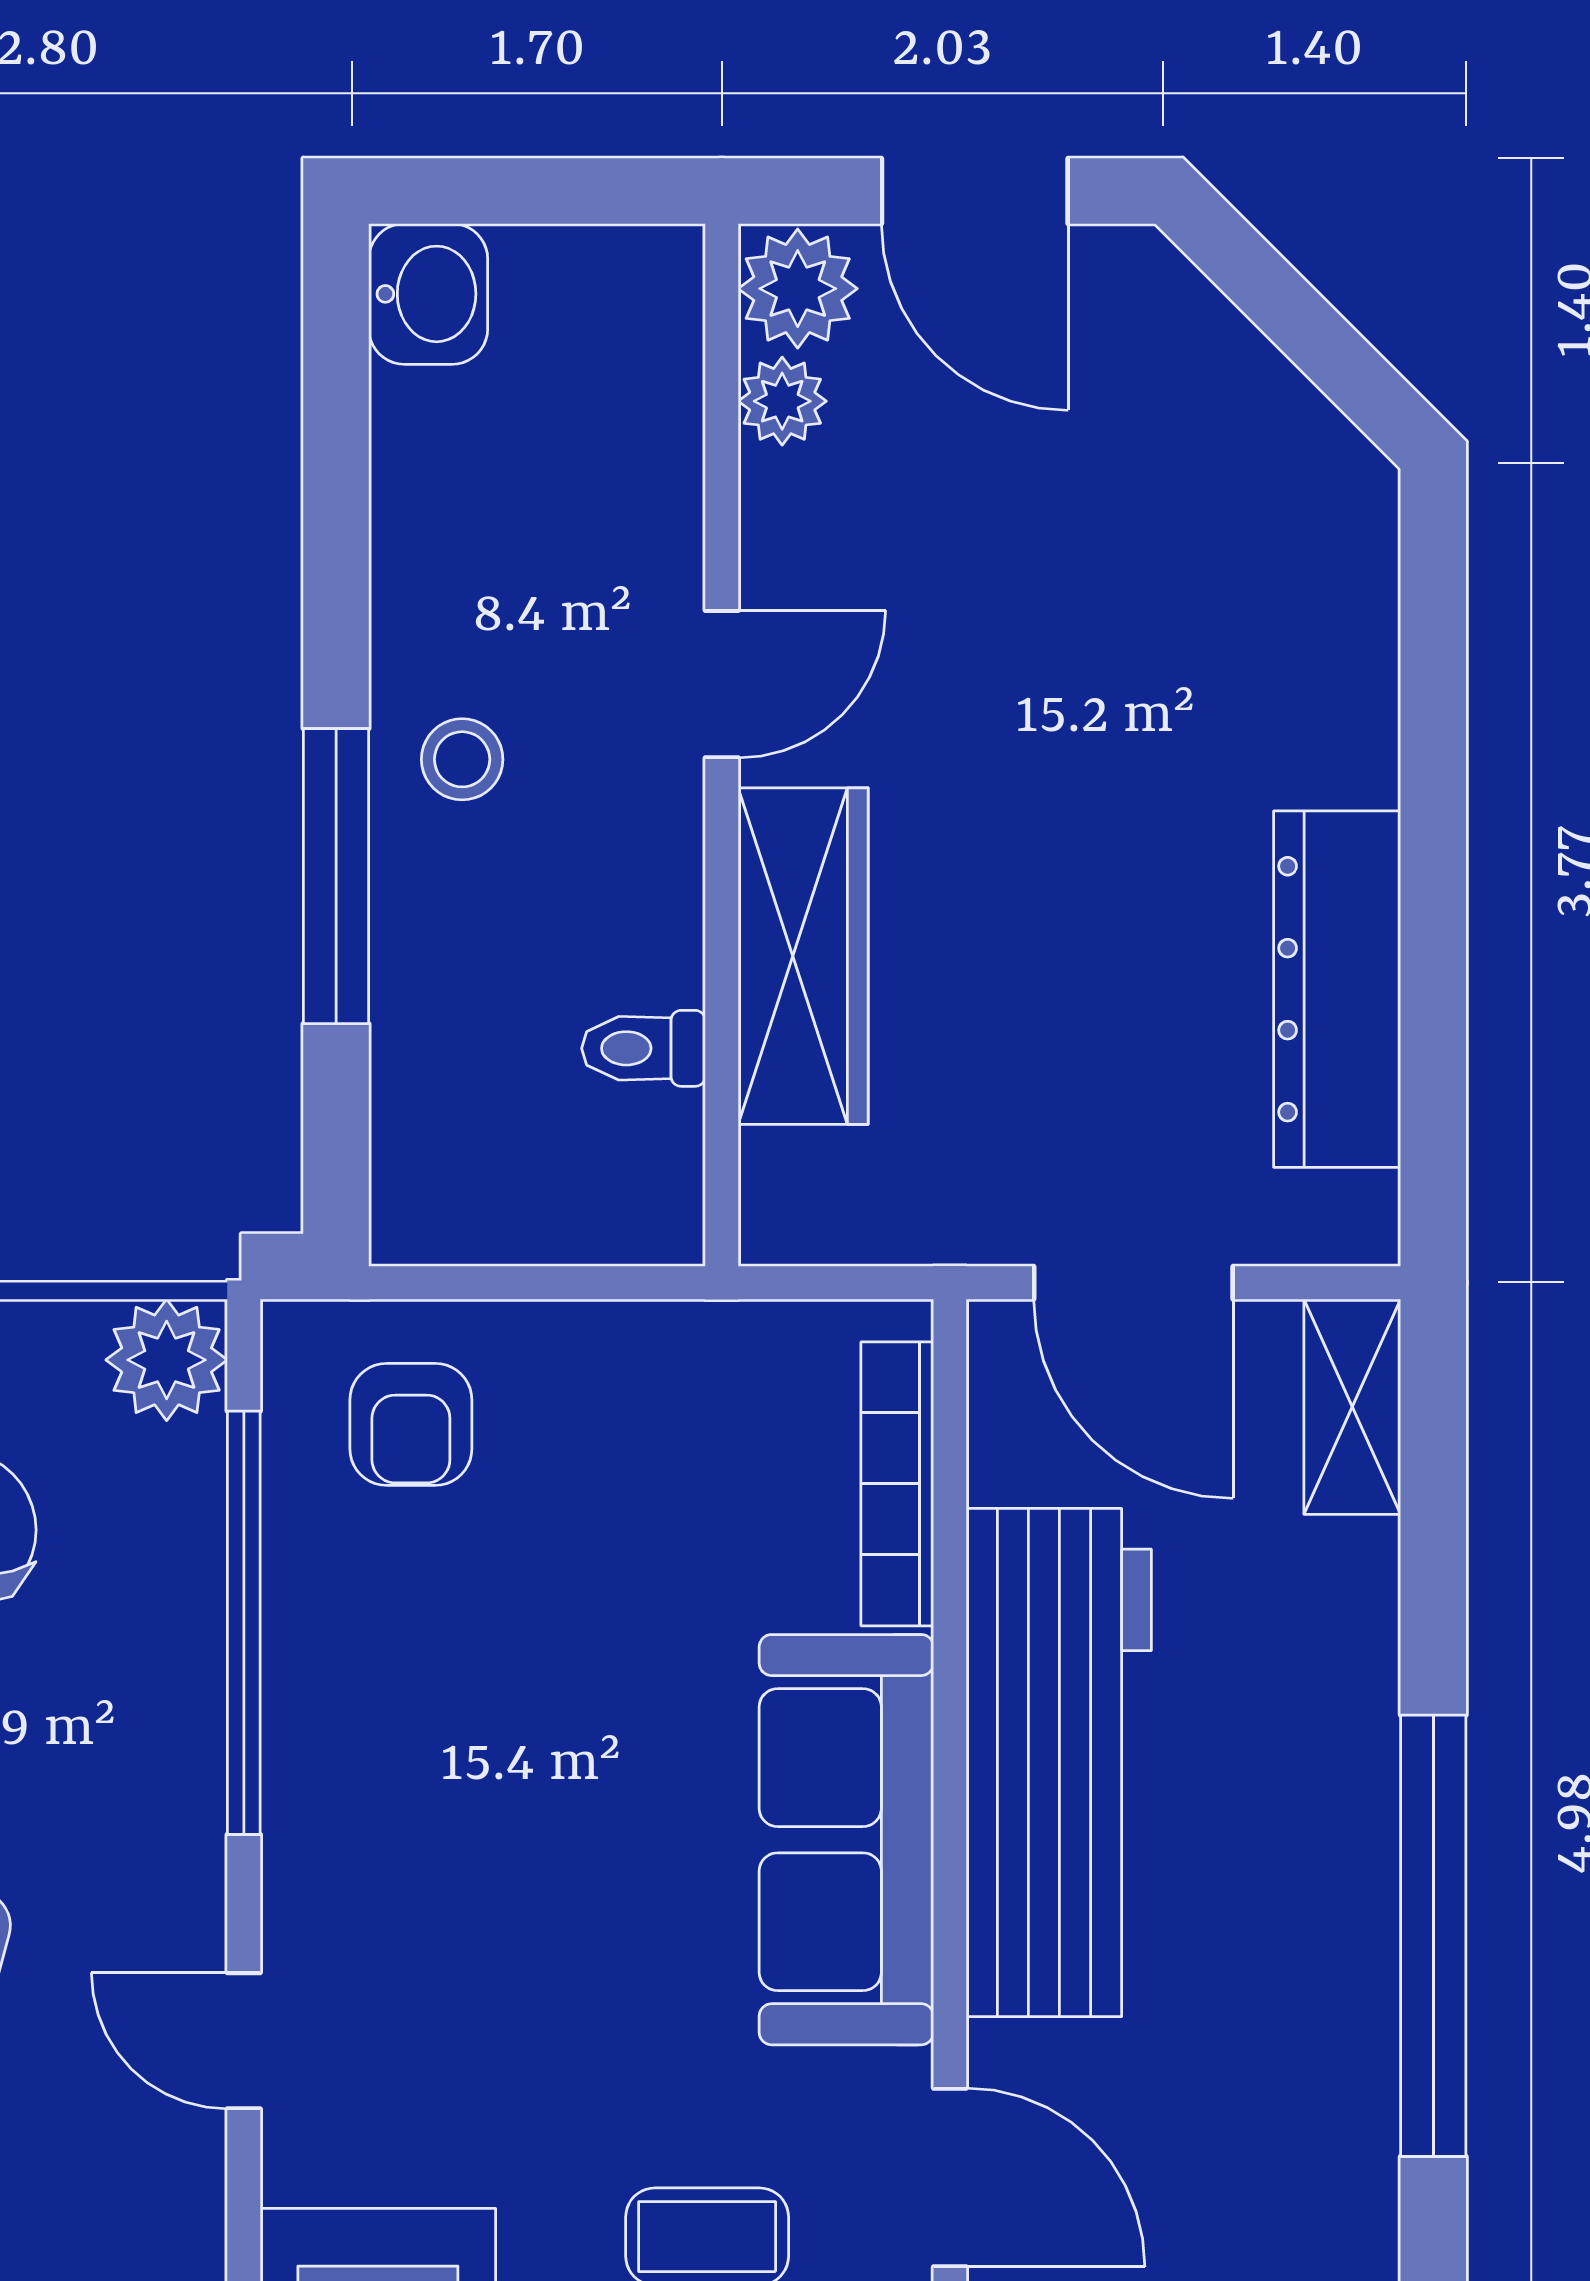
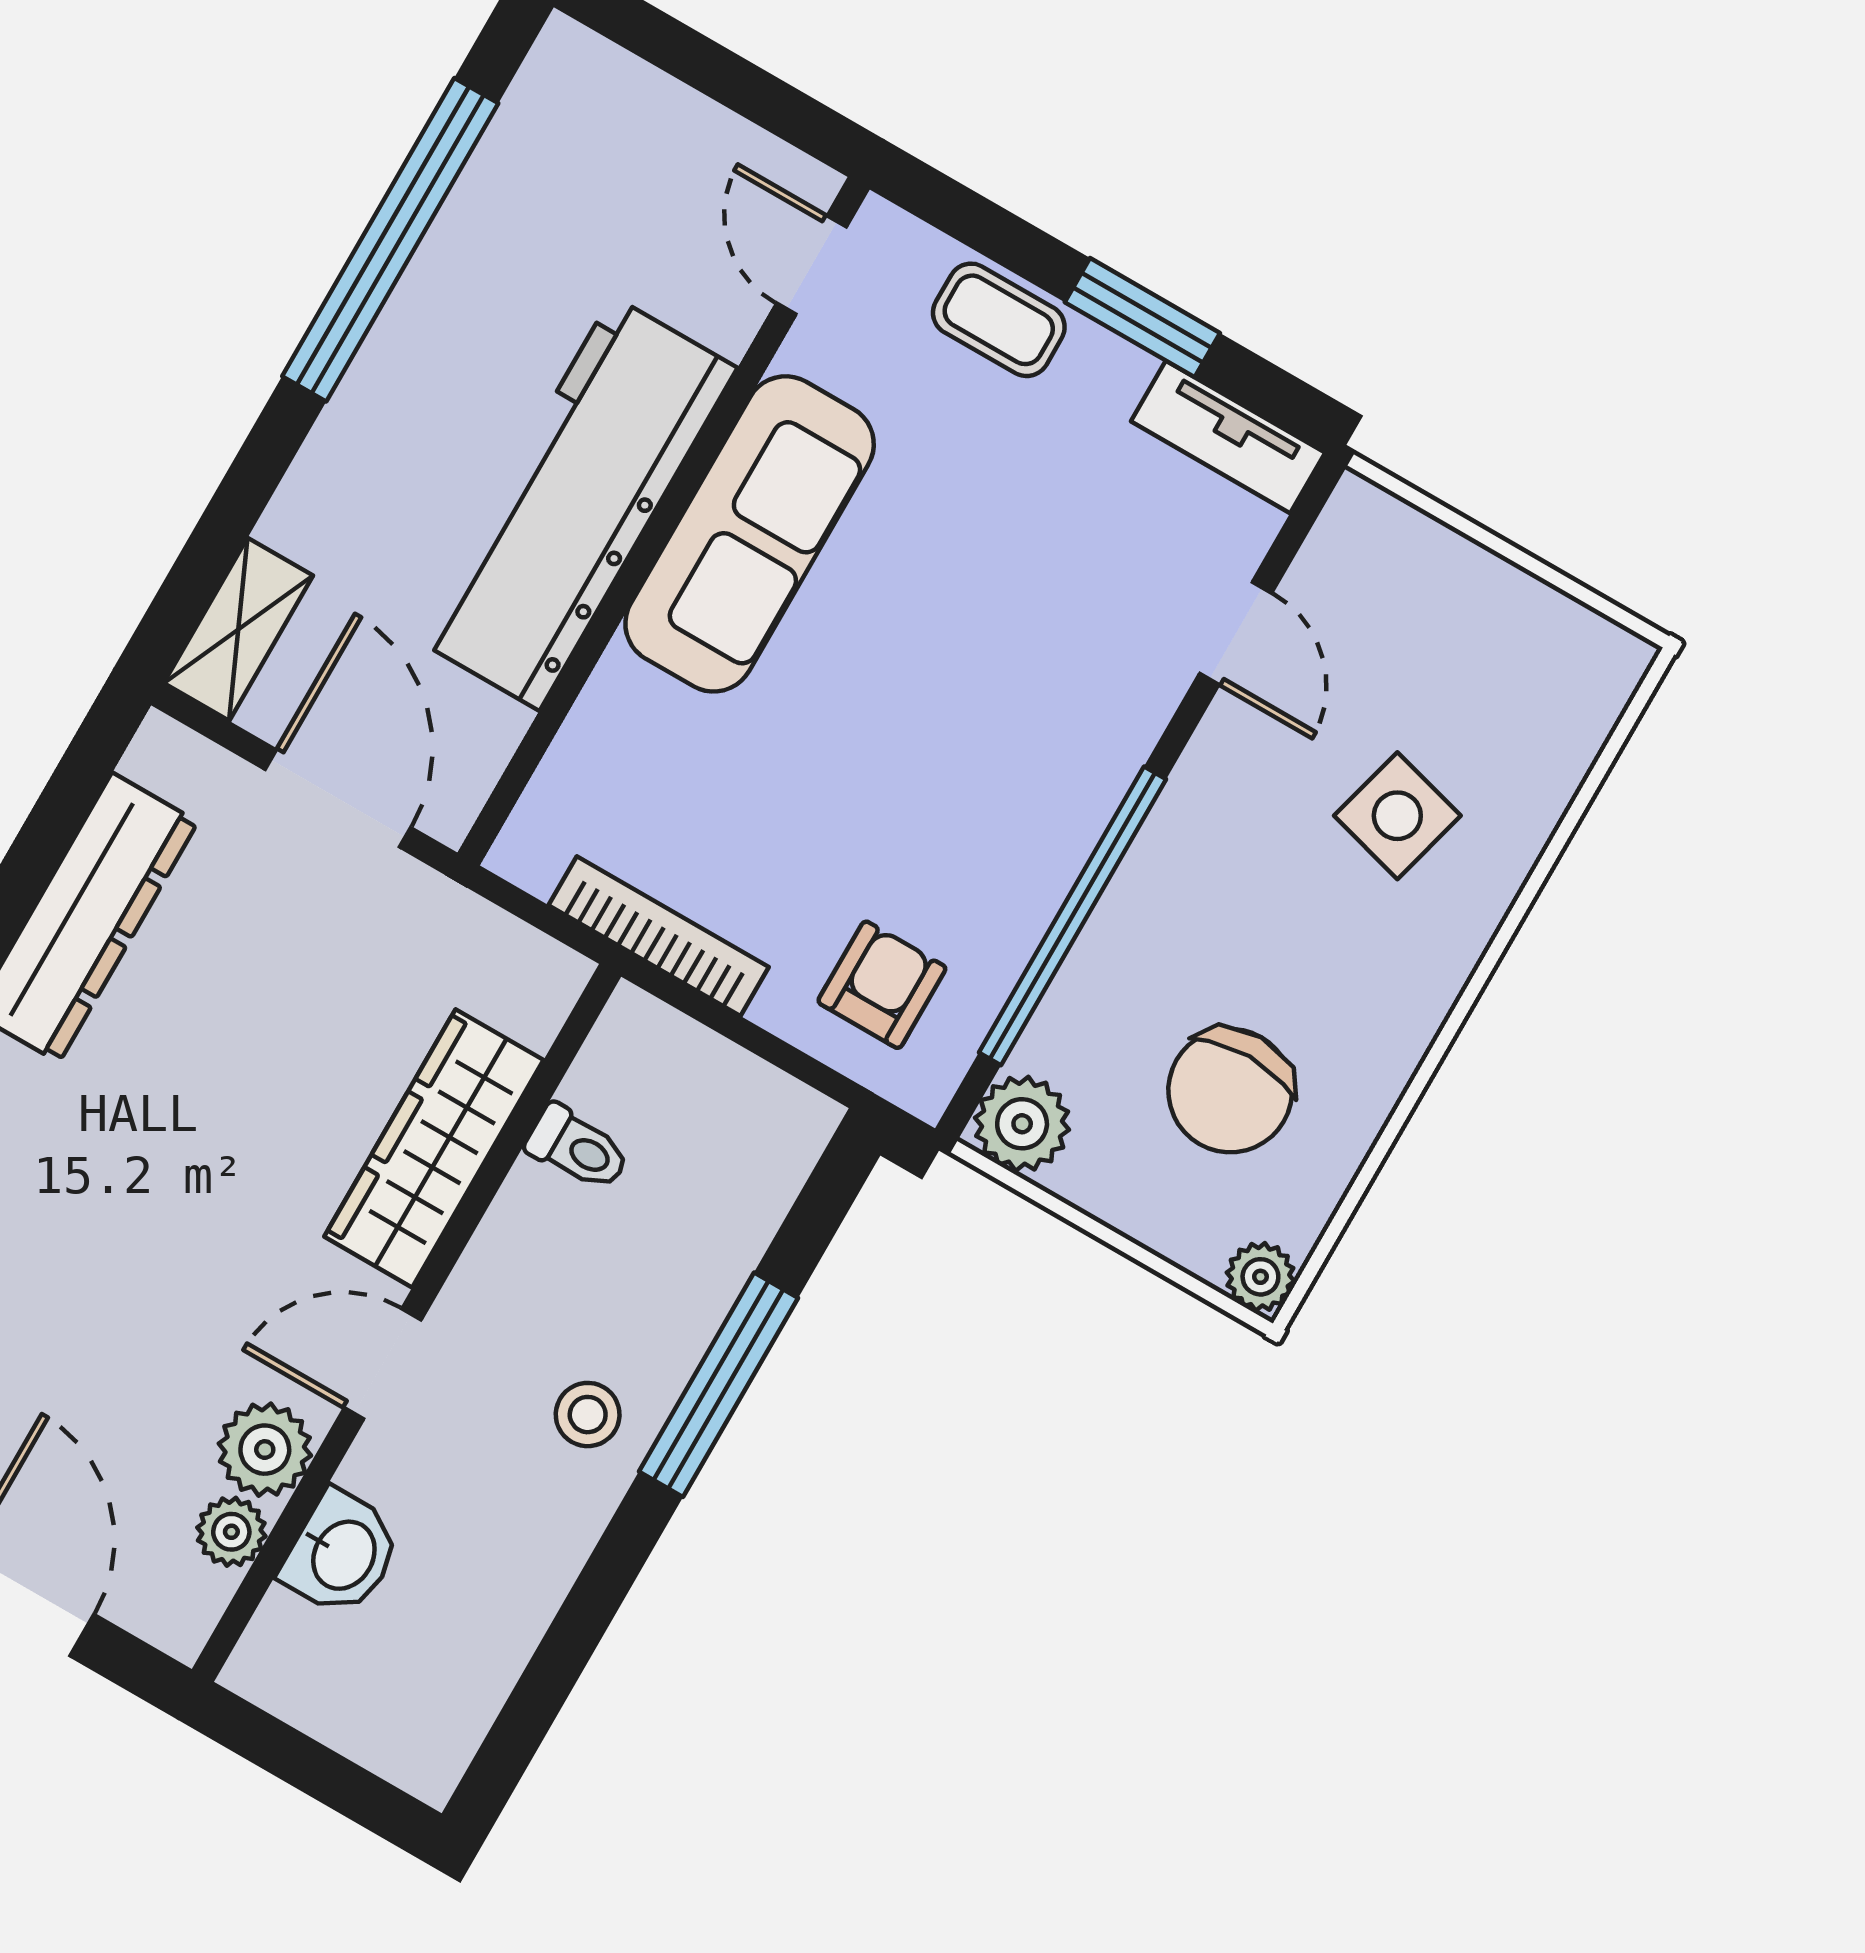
plant: (798, 289) -> (265, 1450), moved
washbasin: (428, 294) -> (342, 1554), moved, turned 180
bookcase: (897, 1484) -> (659, 936), moved, turned -90
door: (950, 2177) -> (811, 265), width x0.73

